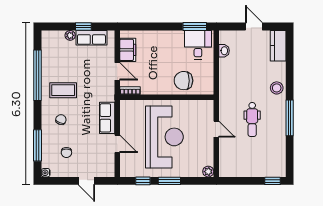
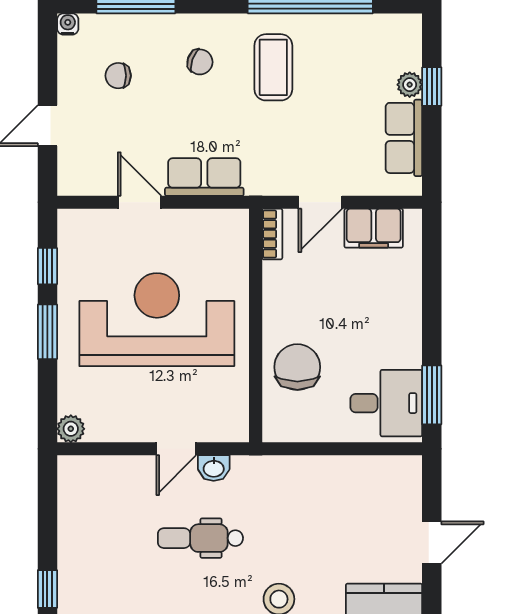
window: (83, 27) -> (432, 86), moved
washbasin: (224, 51) -> (214, 468), moved
reception desk: (164, 137) -> (157, 320), turned 180
door: (117, 144) -> (140, 202), swing flipped

